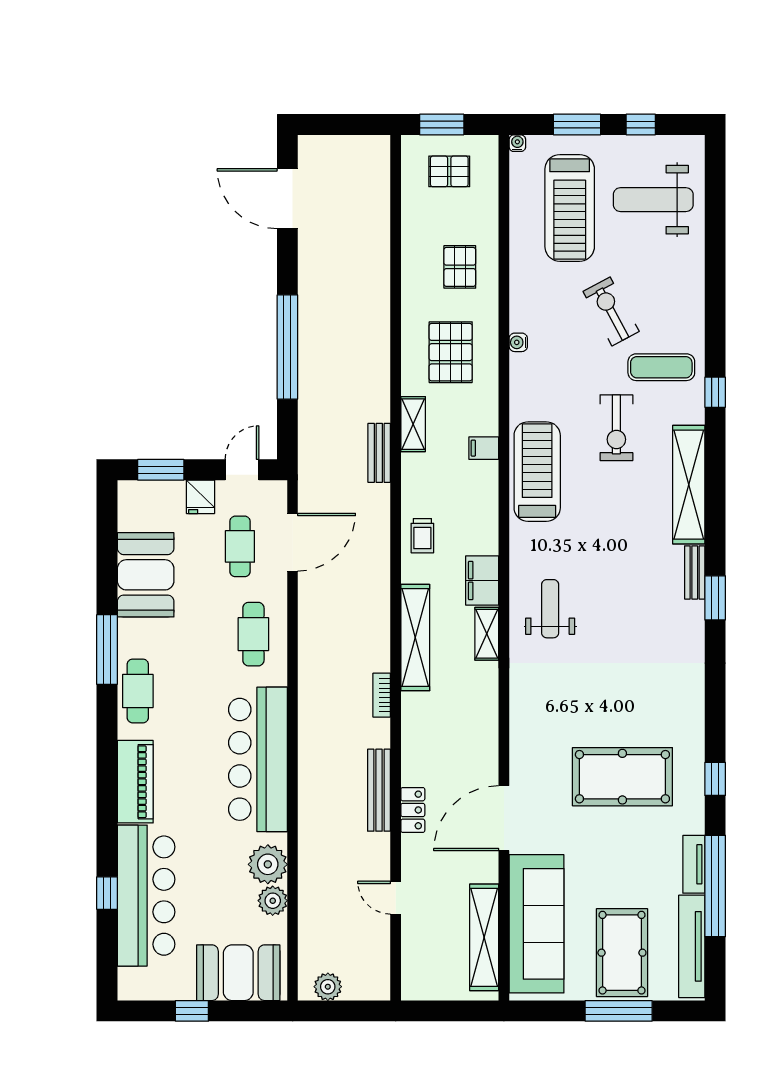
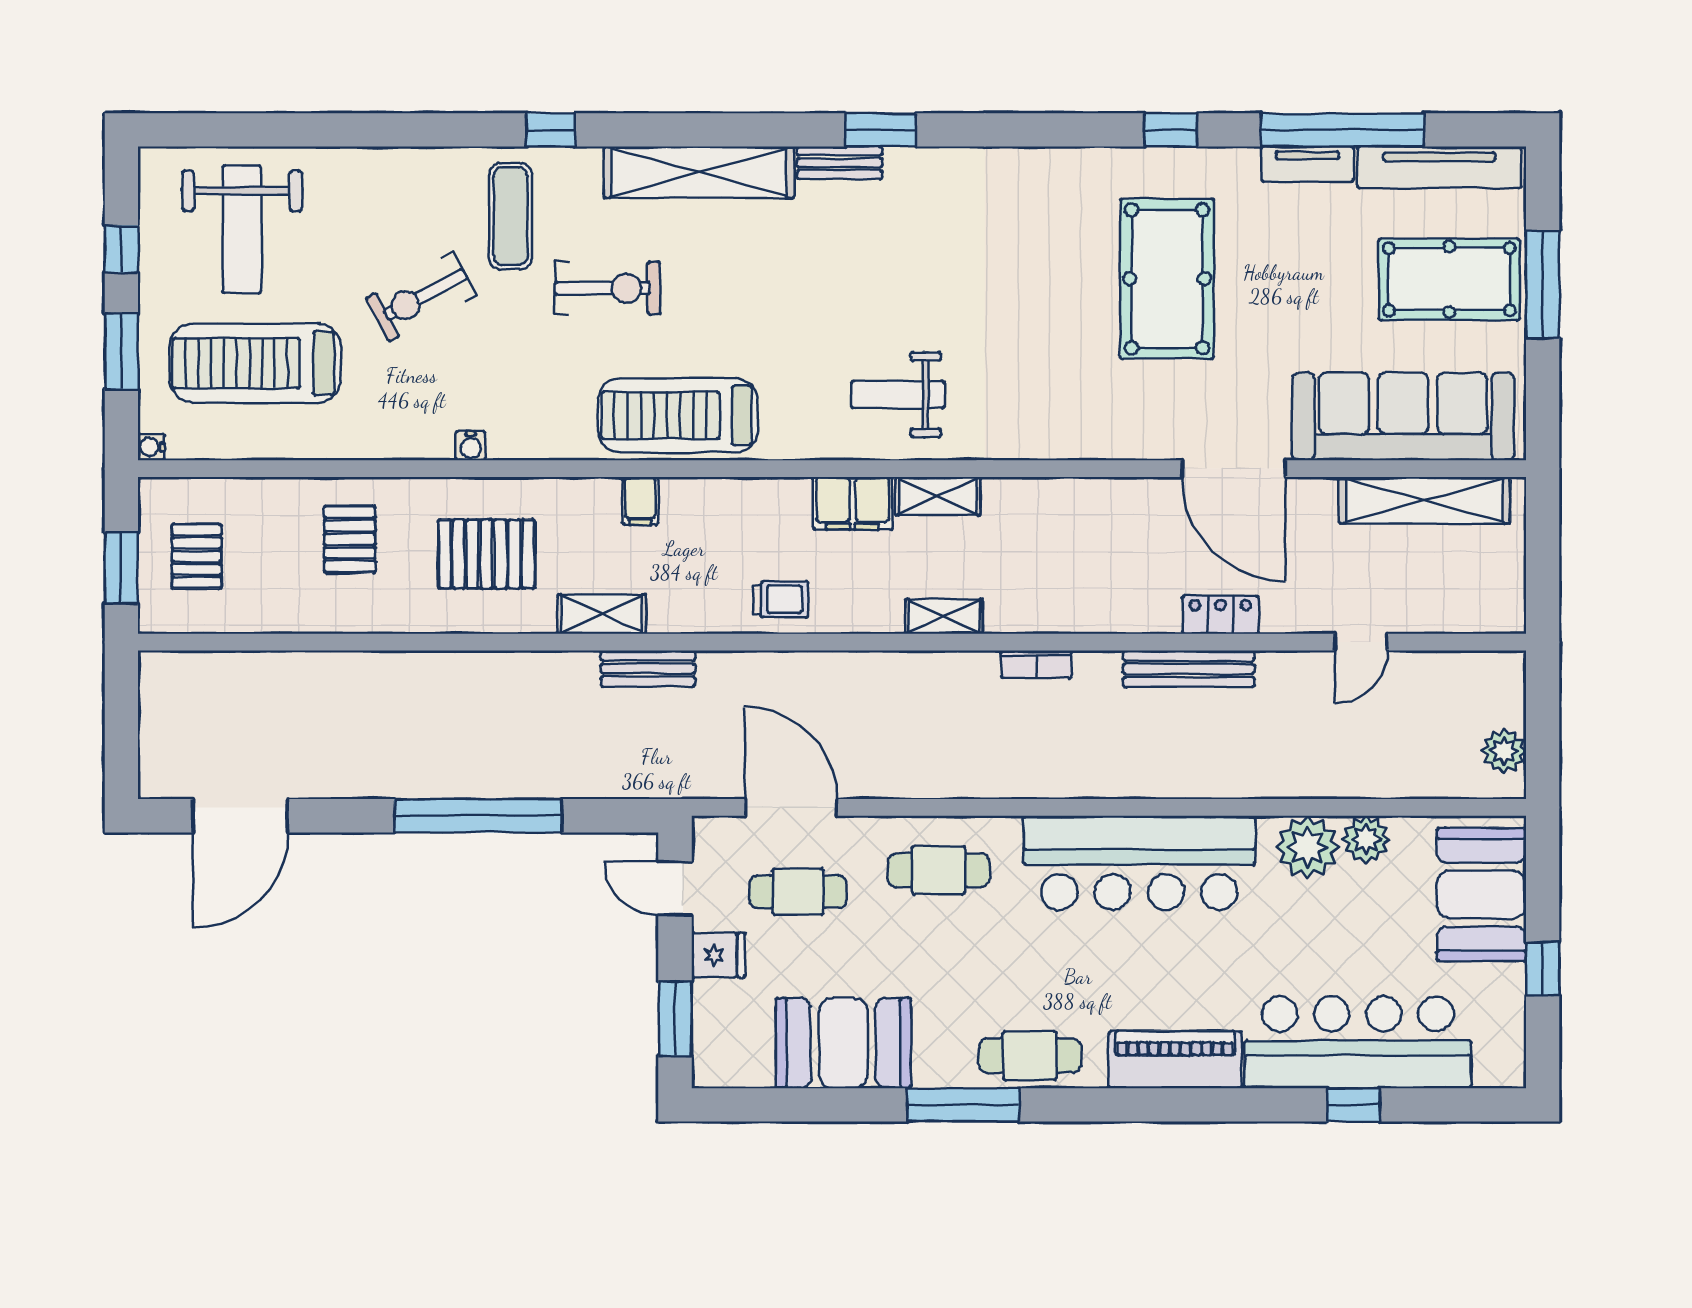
treadmill: (570, 208) -> (255, 363), turned 180
pallet: (460, 267) -> (350, 539), turned 90
shelving: (415, 638) -> (944, 617), width x0.45, depth x0.75

